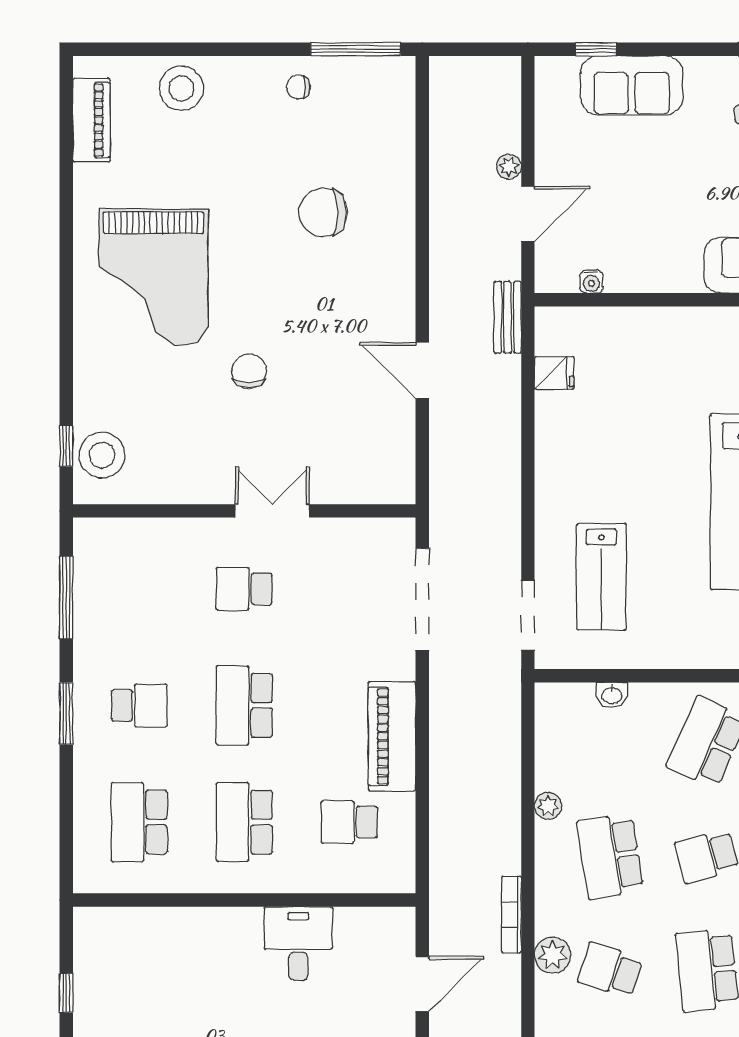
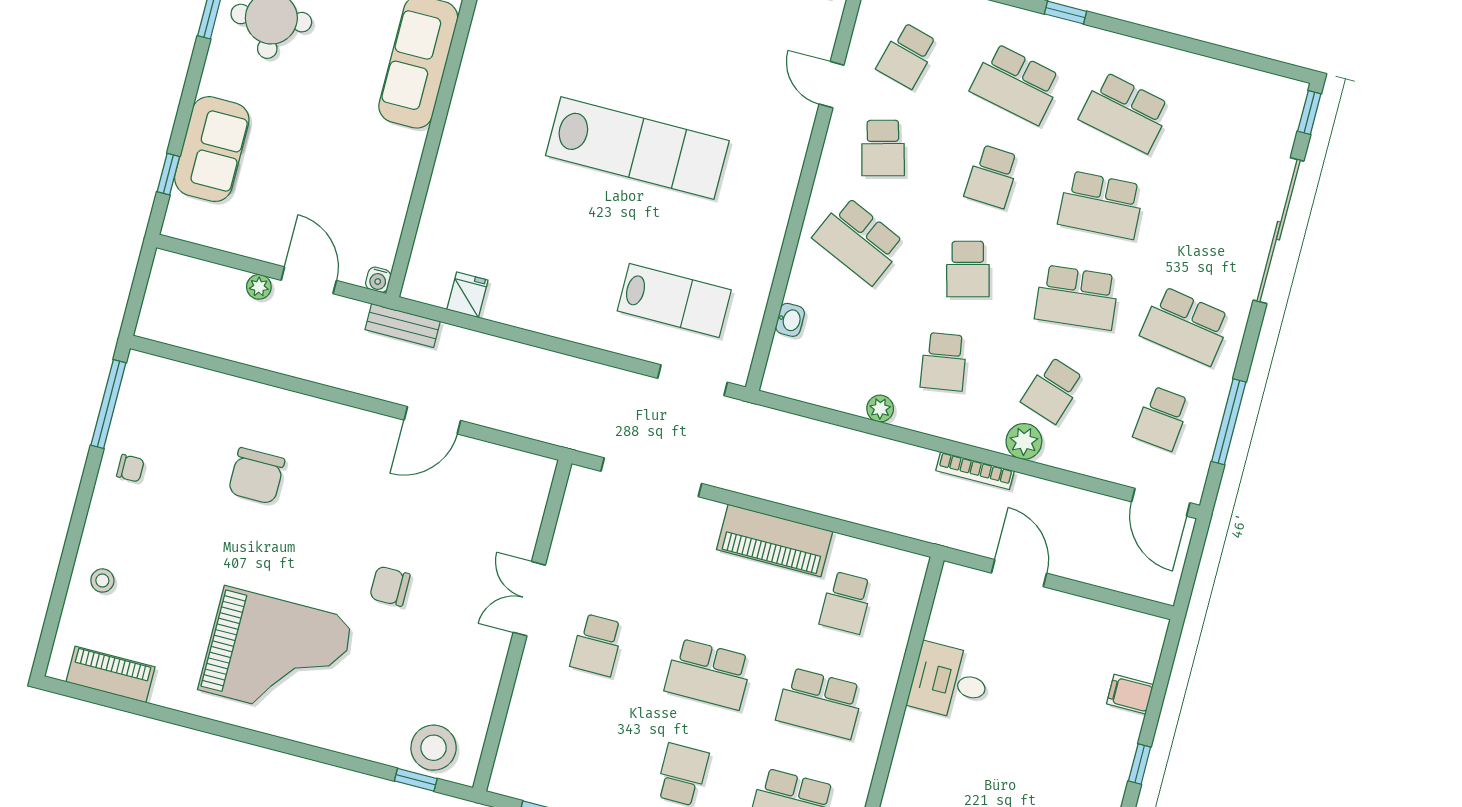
chair: (298, 87) -> (130, 468), turned -90
stool: (181, 88) -> (102, 580), width x0.53, depth x0.53
water cooler: (591, 282) -> (378, 280), moved, turned 90
school desk: (610, 856) -> (944, 362), width x0.54

